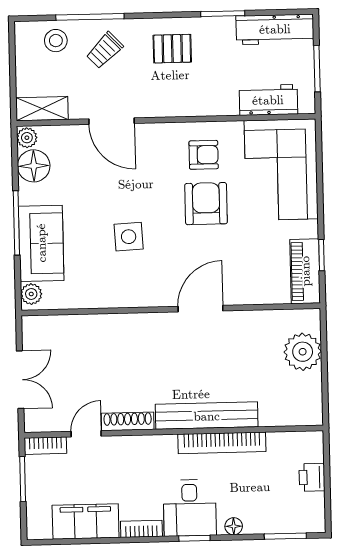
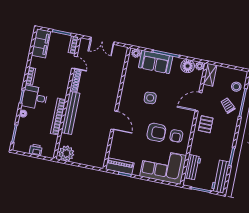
pallet: (172, 49) -> (206, 124), moved
plant: (303, 352) -> (66, 153), moved
filing cabinet: (86, 521) -> (41, 43), moved

